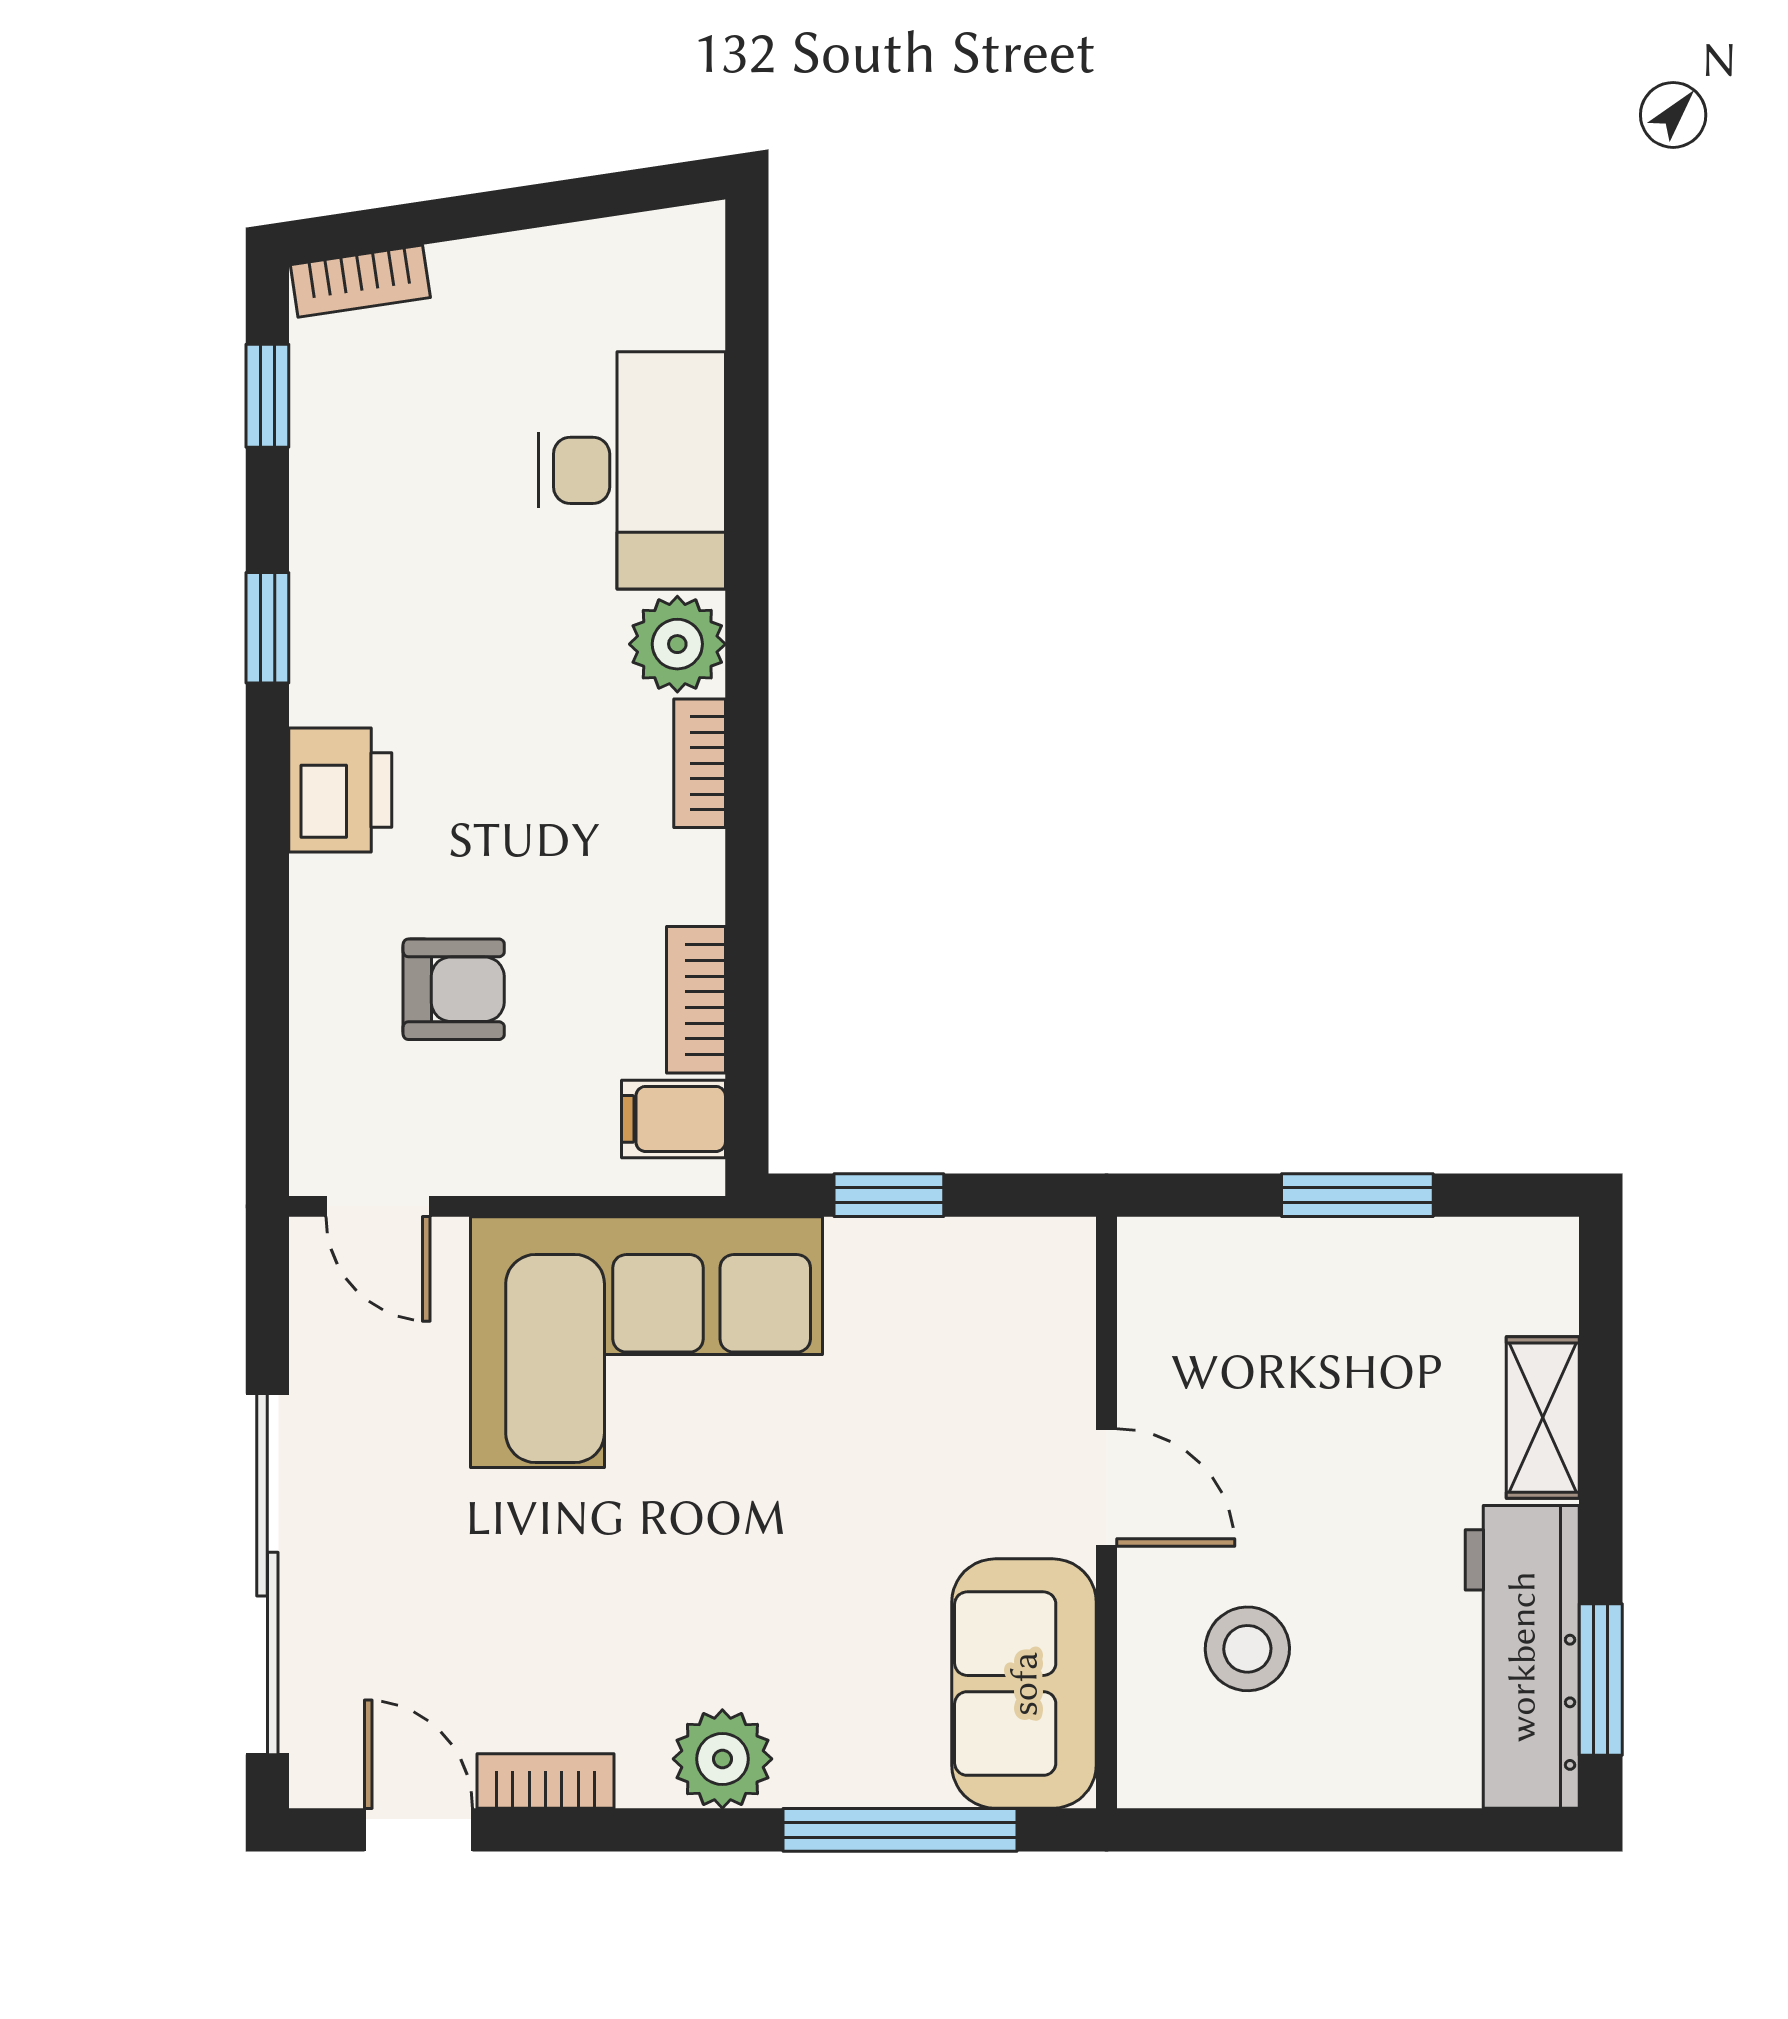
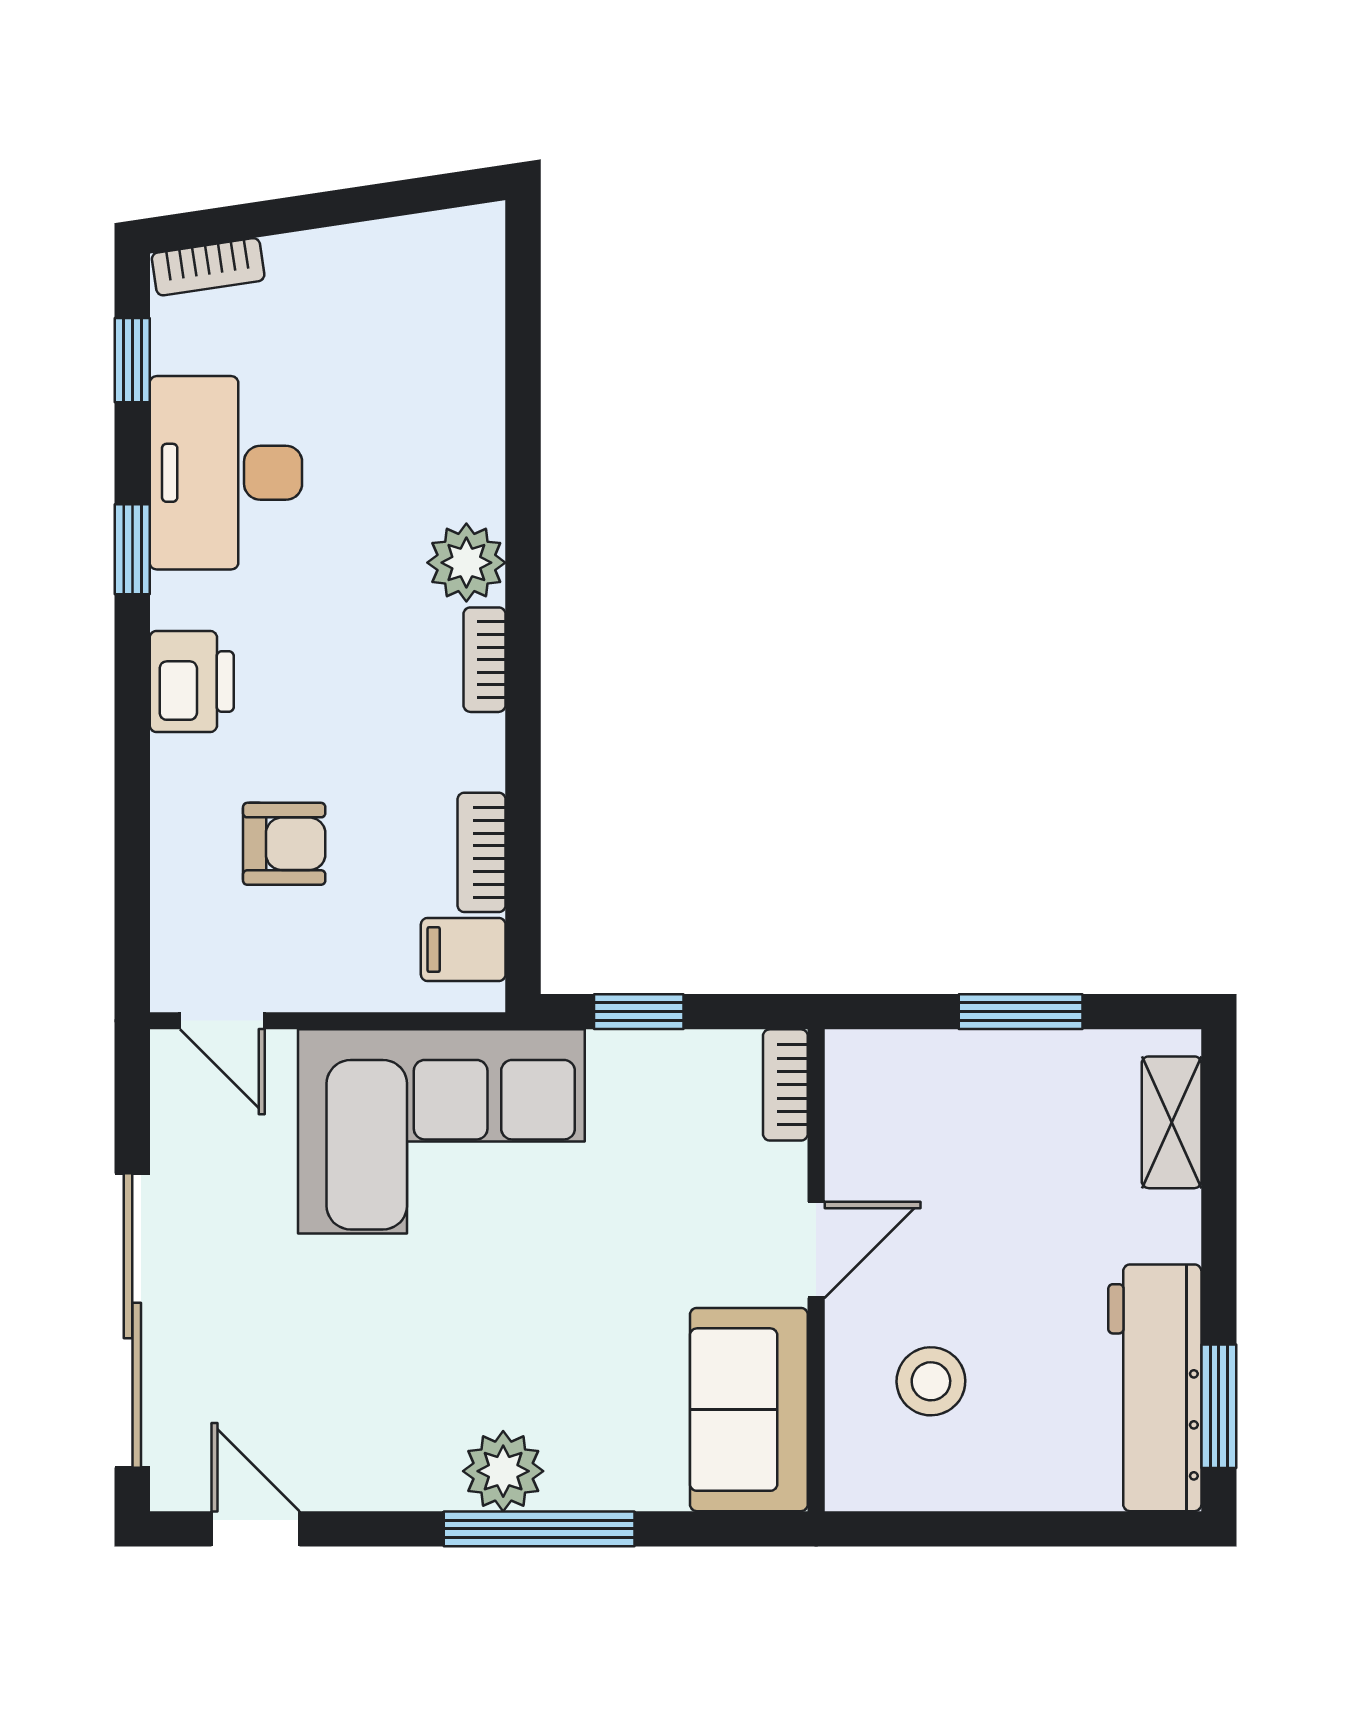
desk: (632, 470) -> (226, 473), moved, turned 180
shelving: (1543, 1418) -> (1172, 1122), moved
door: (1107, 1487) -> (816, 1250), hinge flipped
bookcase: (546, 1781) -> (785, 1085), moved, turned -90
window: (900, 1830) -> (539, 1529), moved

